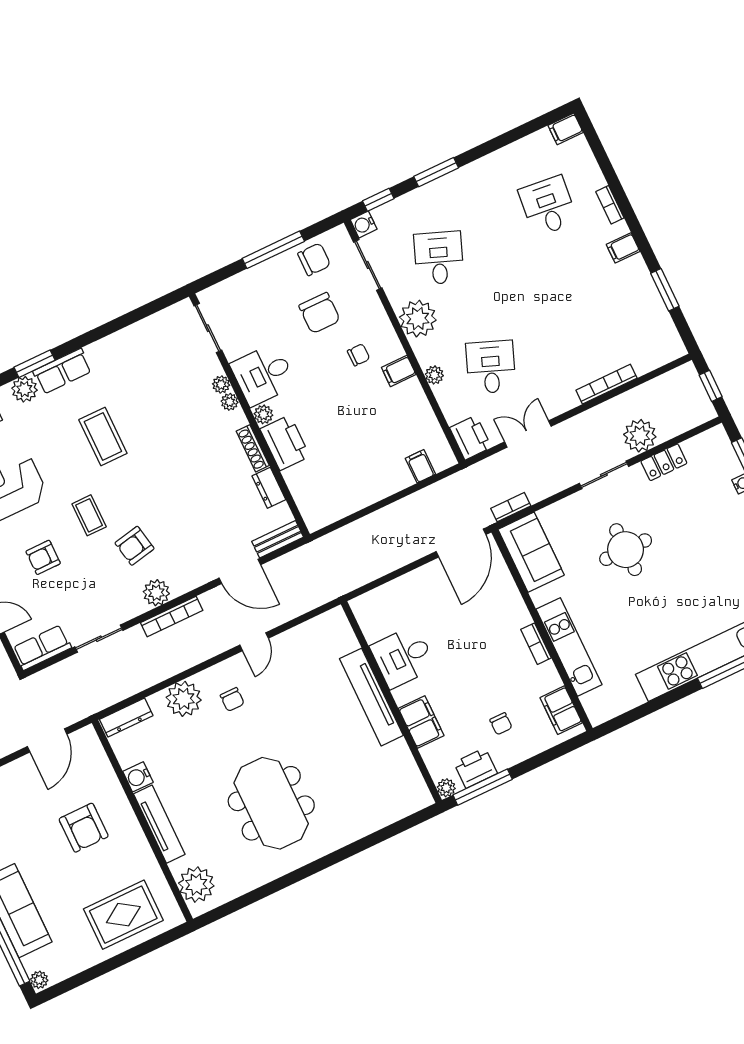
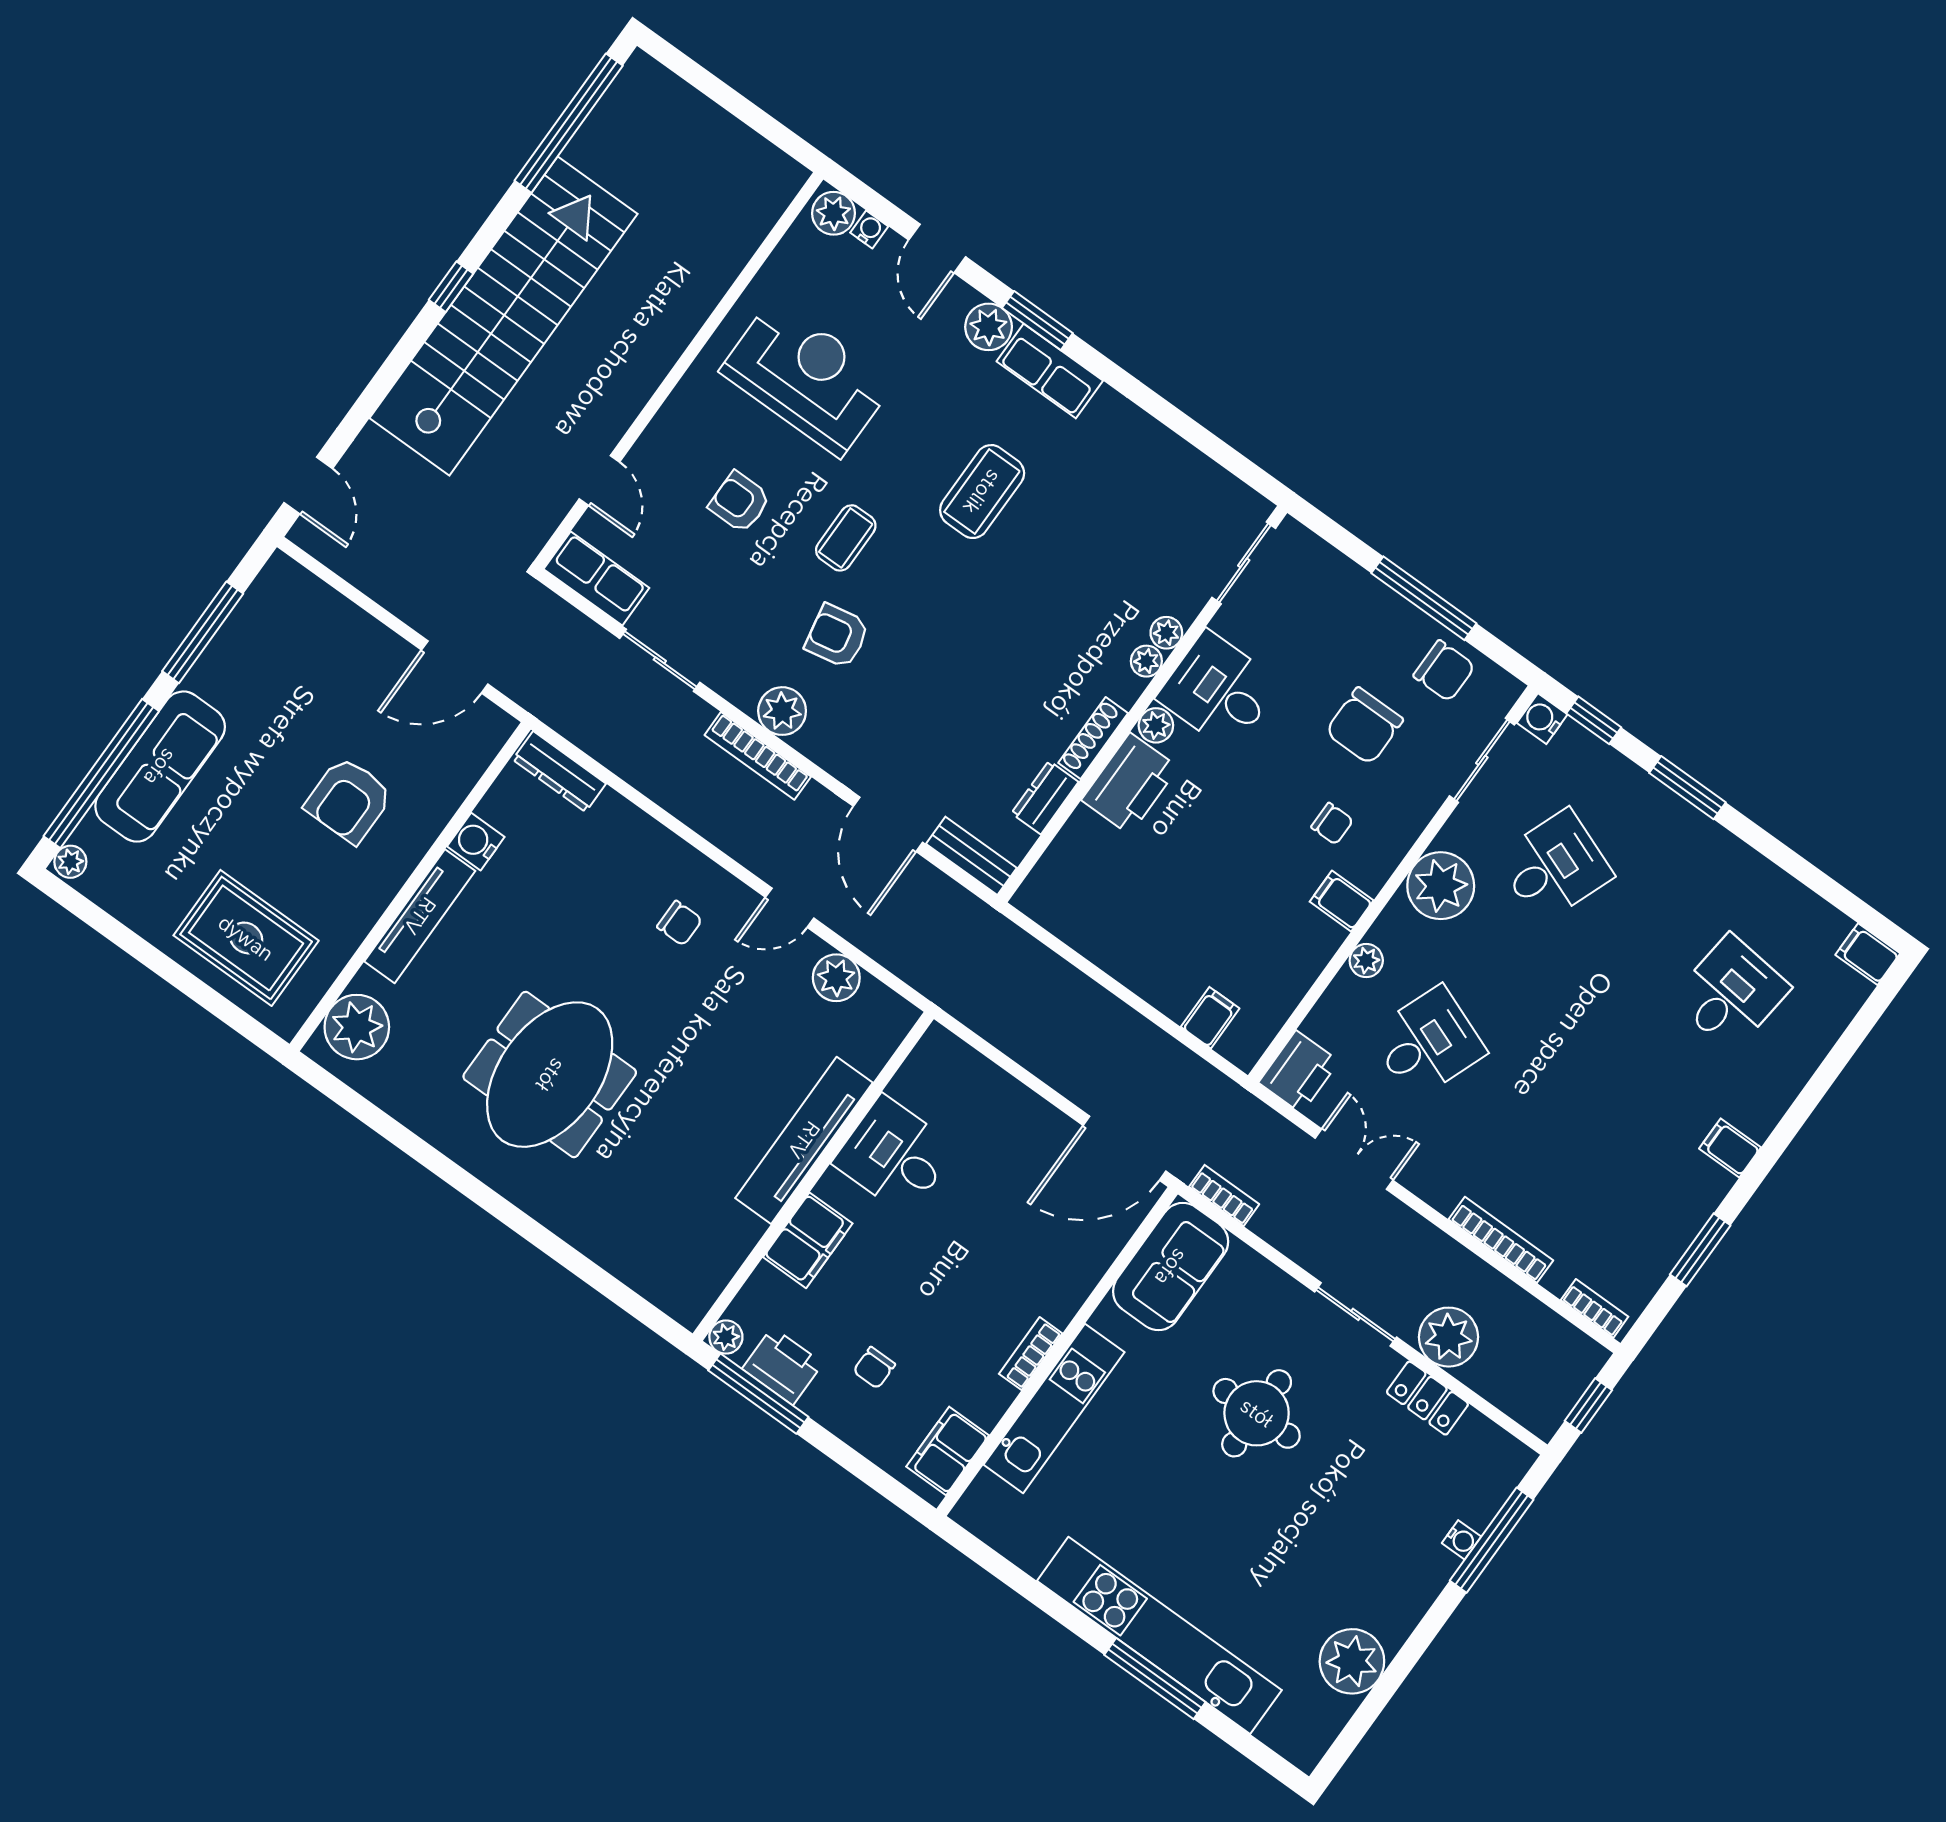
bookcase: (610, 205) -> (1595, 1308), moved, turned 90
plant: (184, 699) -> (836, 978), moved, width x0.73, depth x0.73
chair: (232, 699) -> (680, 923), turned -90

